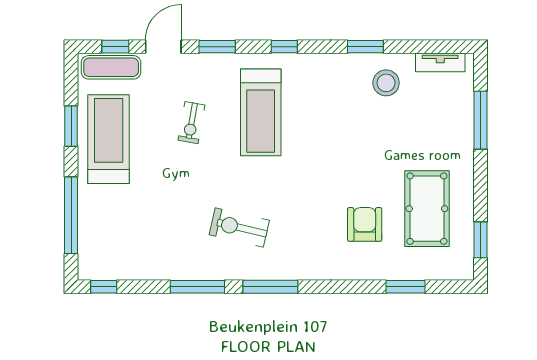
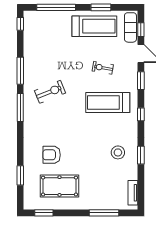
stool: (386, 83) -> (118, 152), moved
armchair: (365, 224) -> (52, 155), turned 180
exercise bike: (239, 228) -> (50, 92), turned 55

